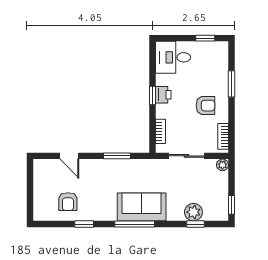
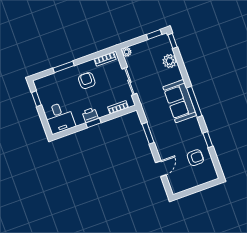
window: (196, 224) -> (173, 41), moved

